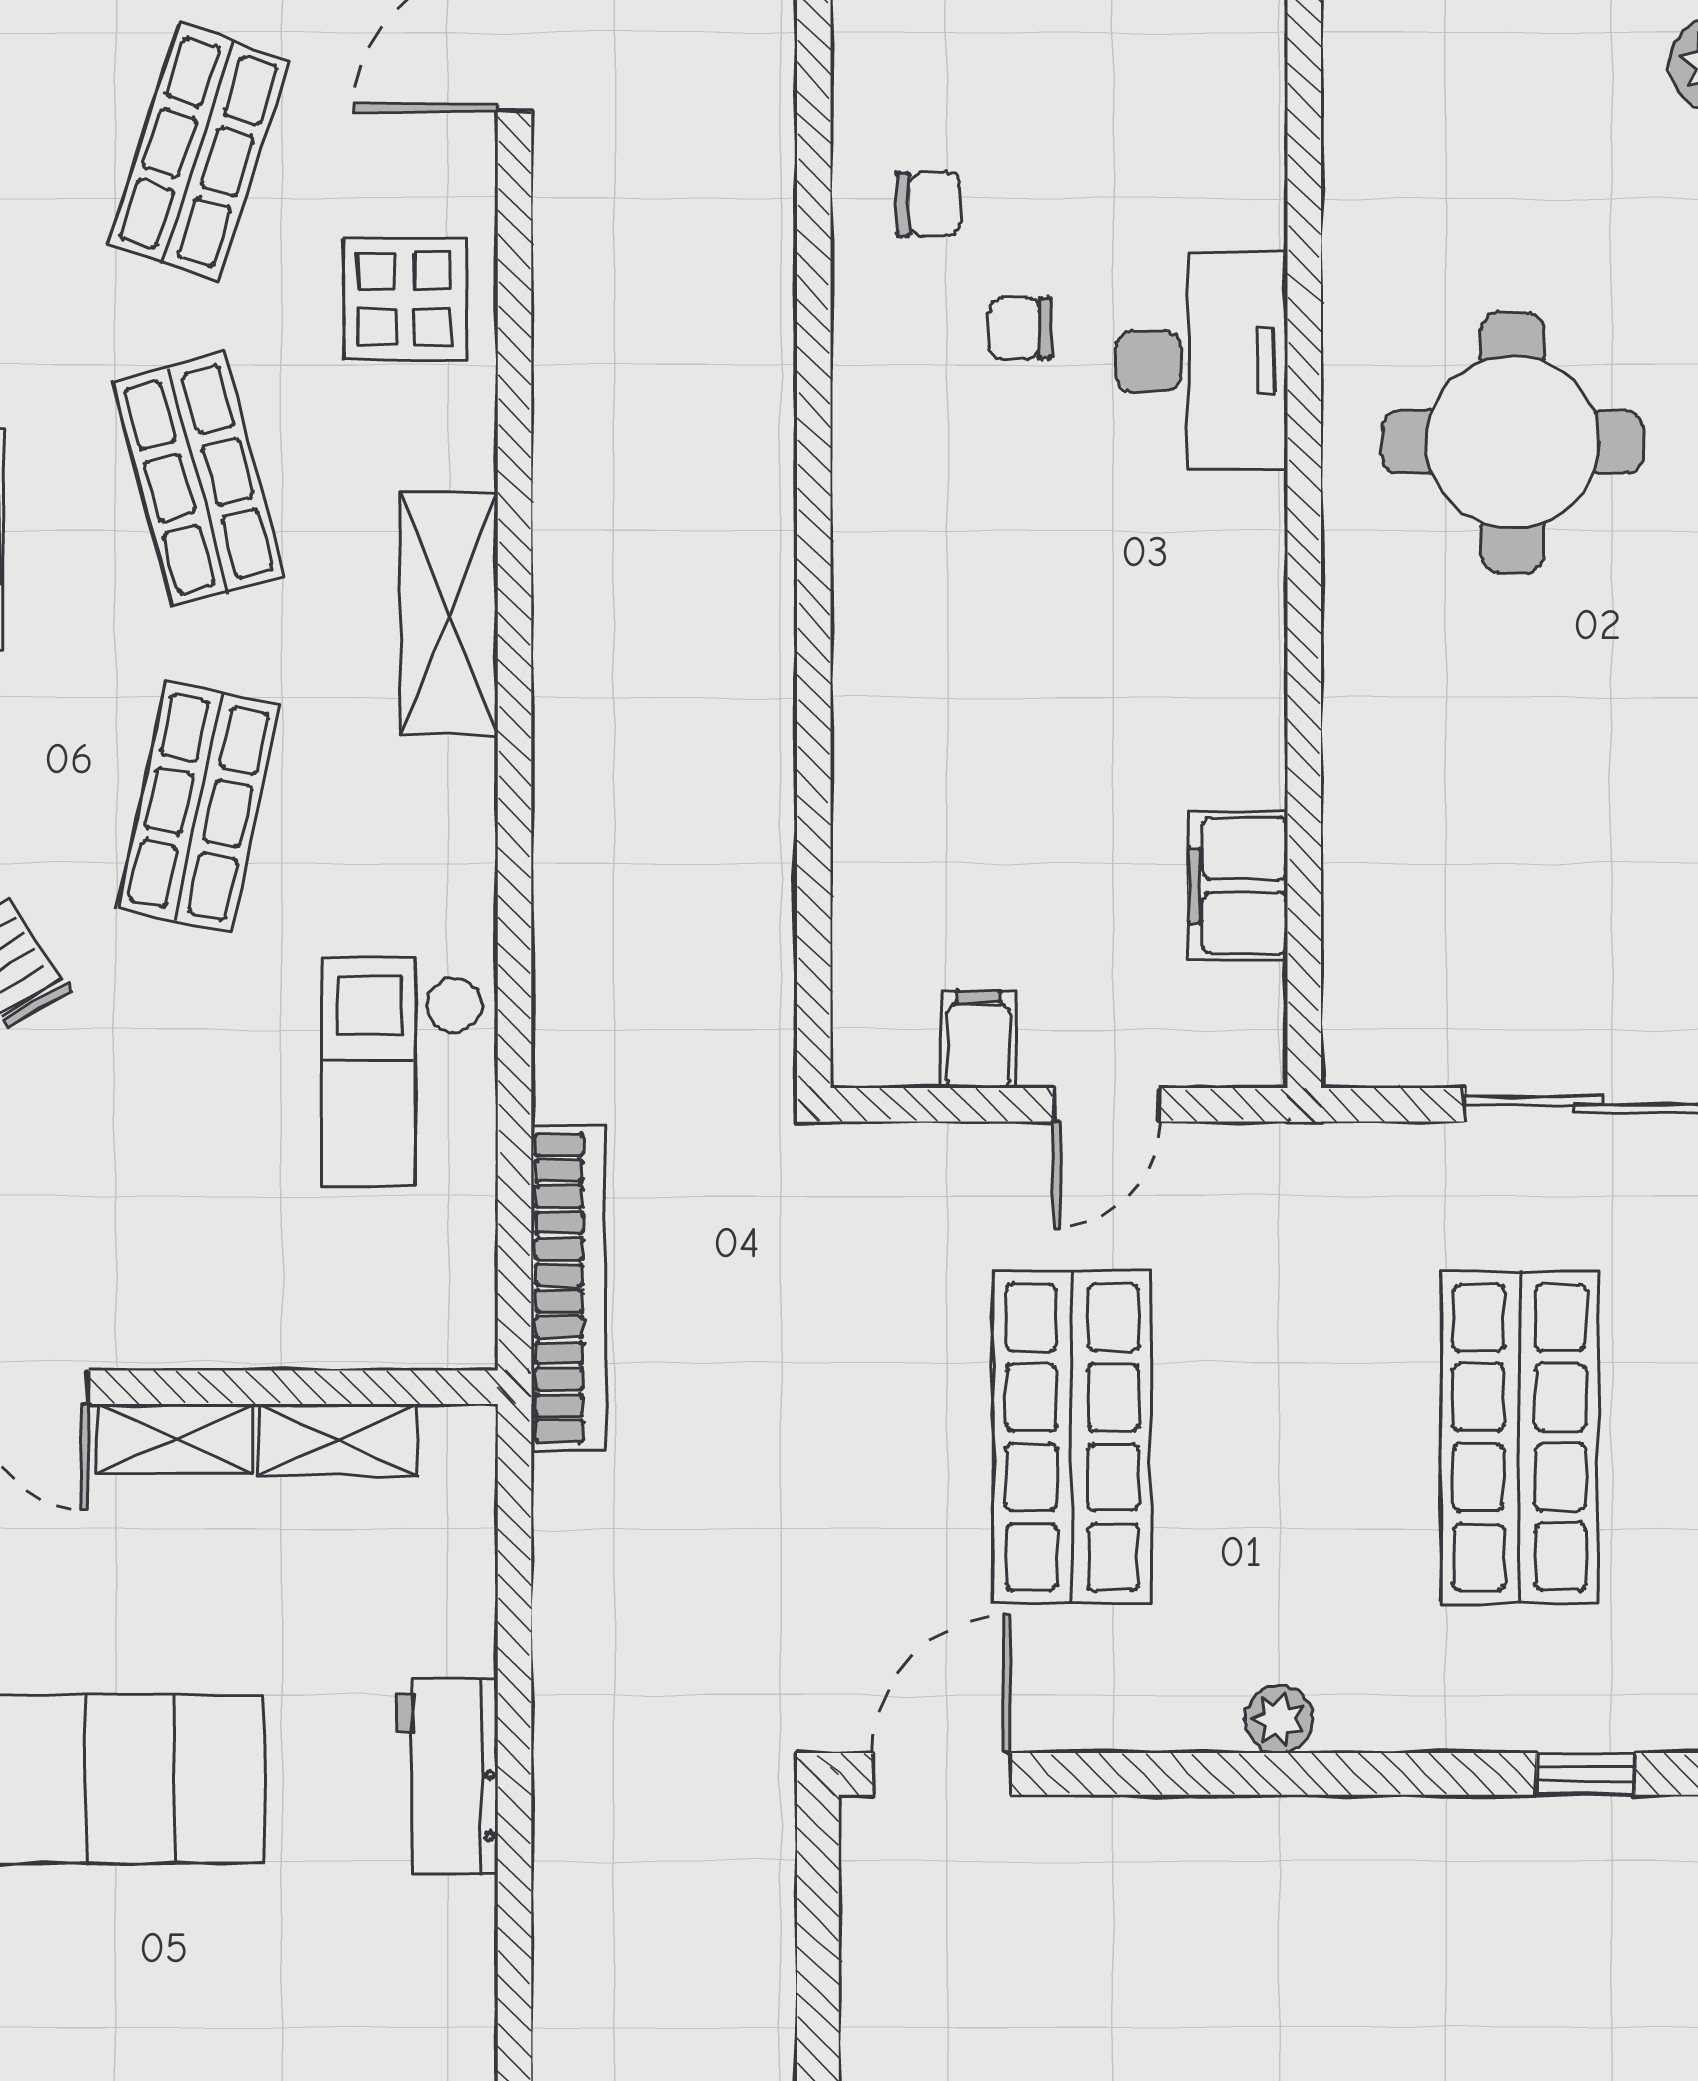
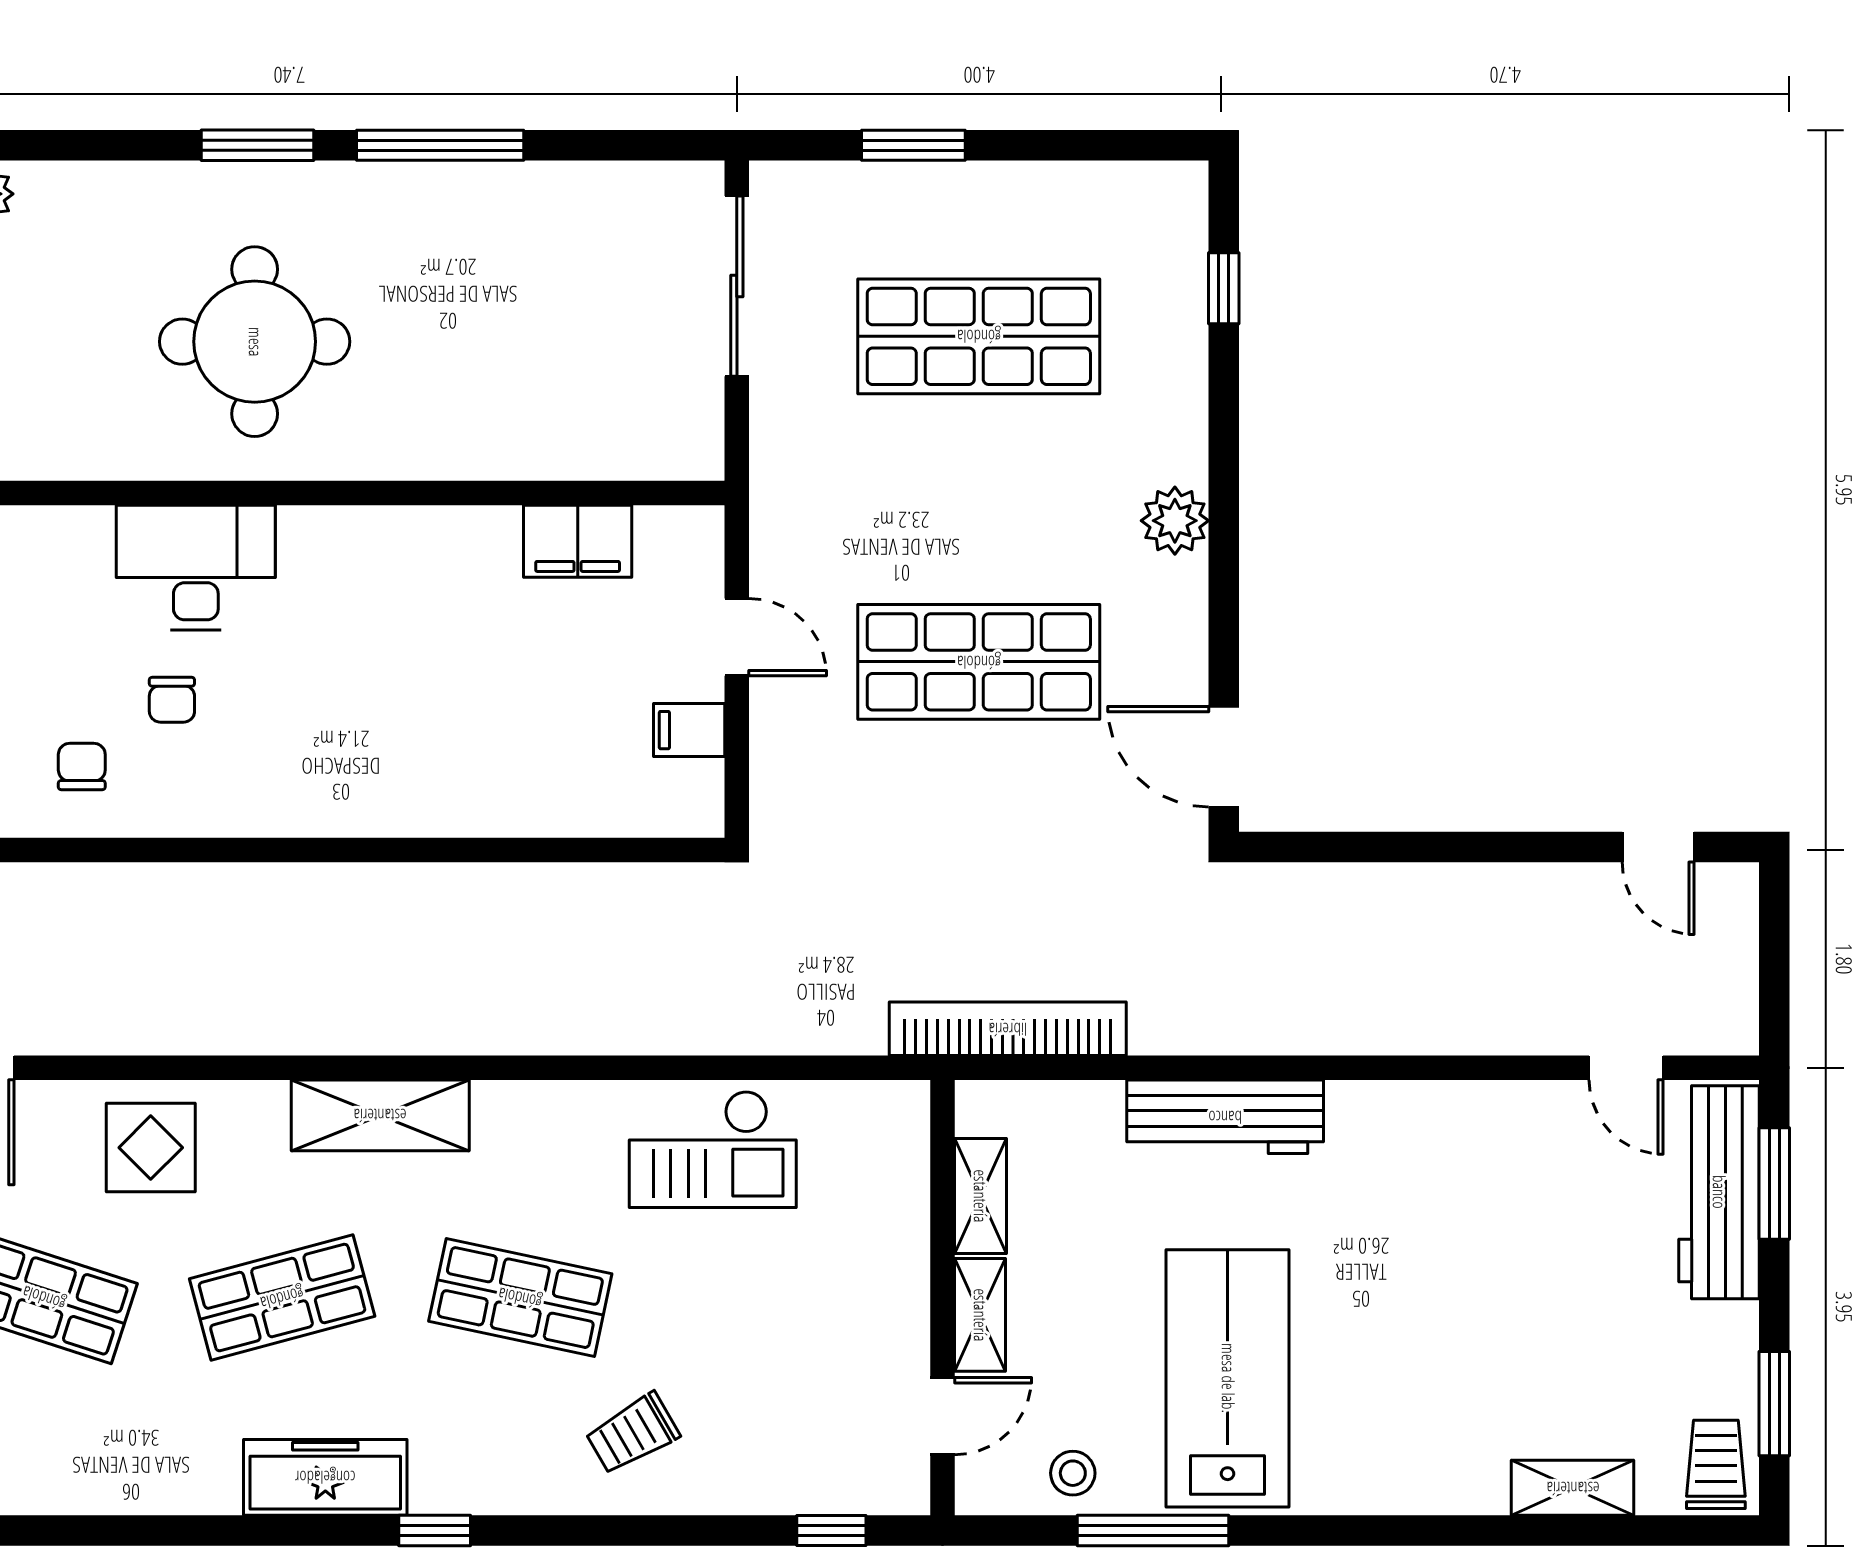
bookcase: (568, 1288) -> (1008, 1029), moved
plant: (1279, 1719) -> (1175, 521), width x1.38, depth x1.38
workbench: (447, 1776) -> (1225, 1117), width x1.38

